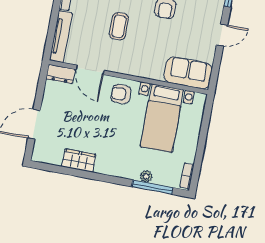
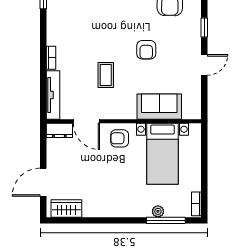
sofa: (188, 73) -> (159, 107), moved
wardrobe: (79, 161) -> (66, 208), moved

